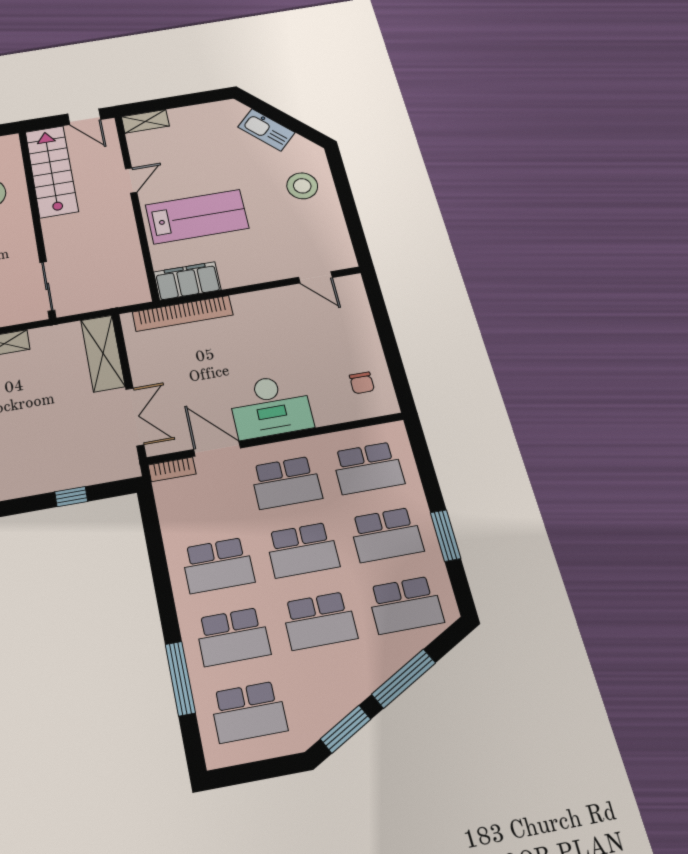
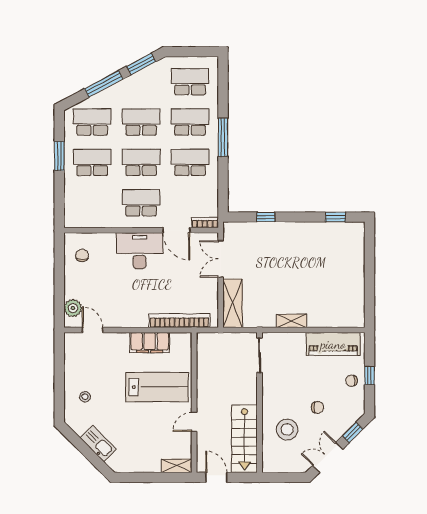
stool: (302, 186) -> (85, 397), width x0.53, depth x0.53
lab bench: (197, 217) -> (157, 387), turned 180
filing cabinet: (187, 281) -> (150, 343), moved
plant: (355, 303) -> (73, 308), added
school desk: (368, 468) -> (92, 203), removed
window: (180, 678) -> (223, 137), moved

